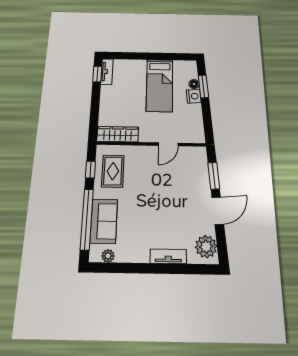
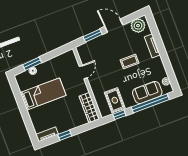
window: (97, 74) -> (65, 135), moved
nightstand: (194, 96) -> (42, 68), removed
door: (168, 144) -> (83, 72), hinge flipped
rug: (113, 171) -> (115, 100), turned 90
coffee table: (158, 213) -> (130, 62), added

